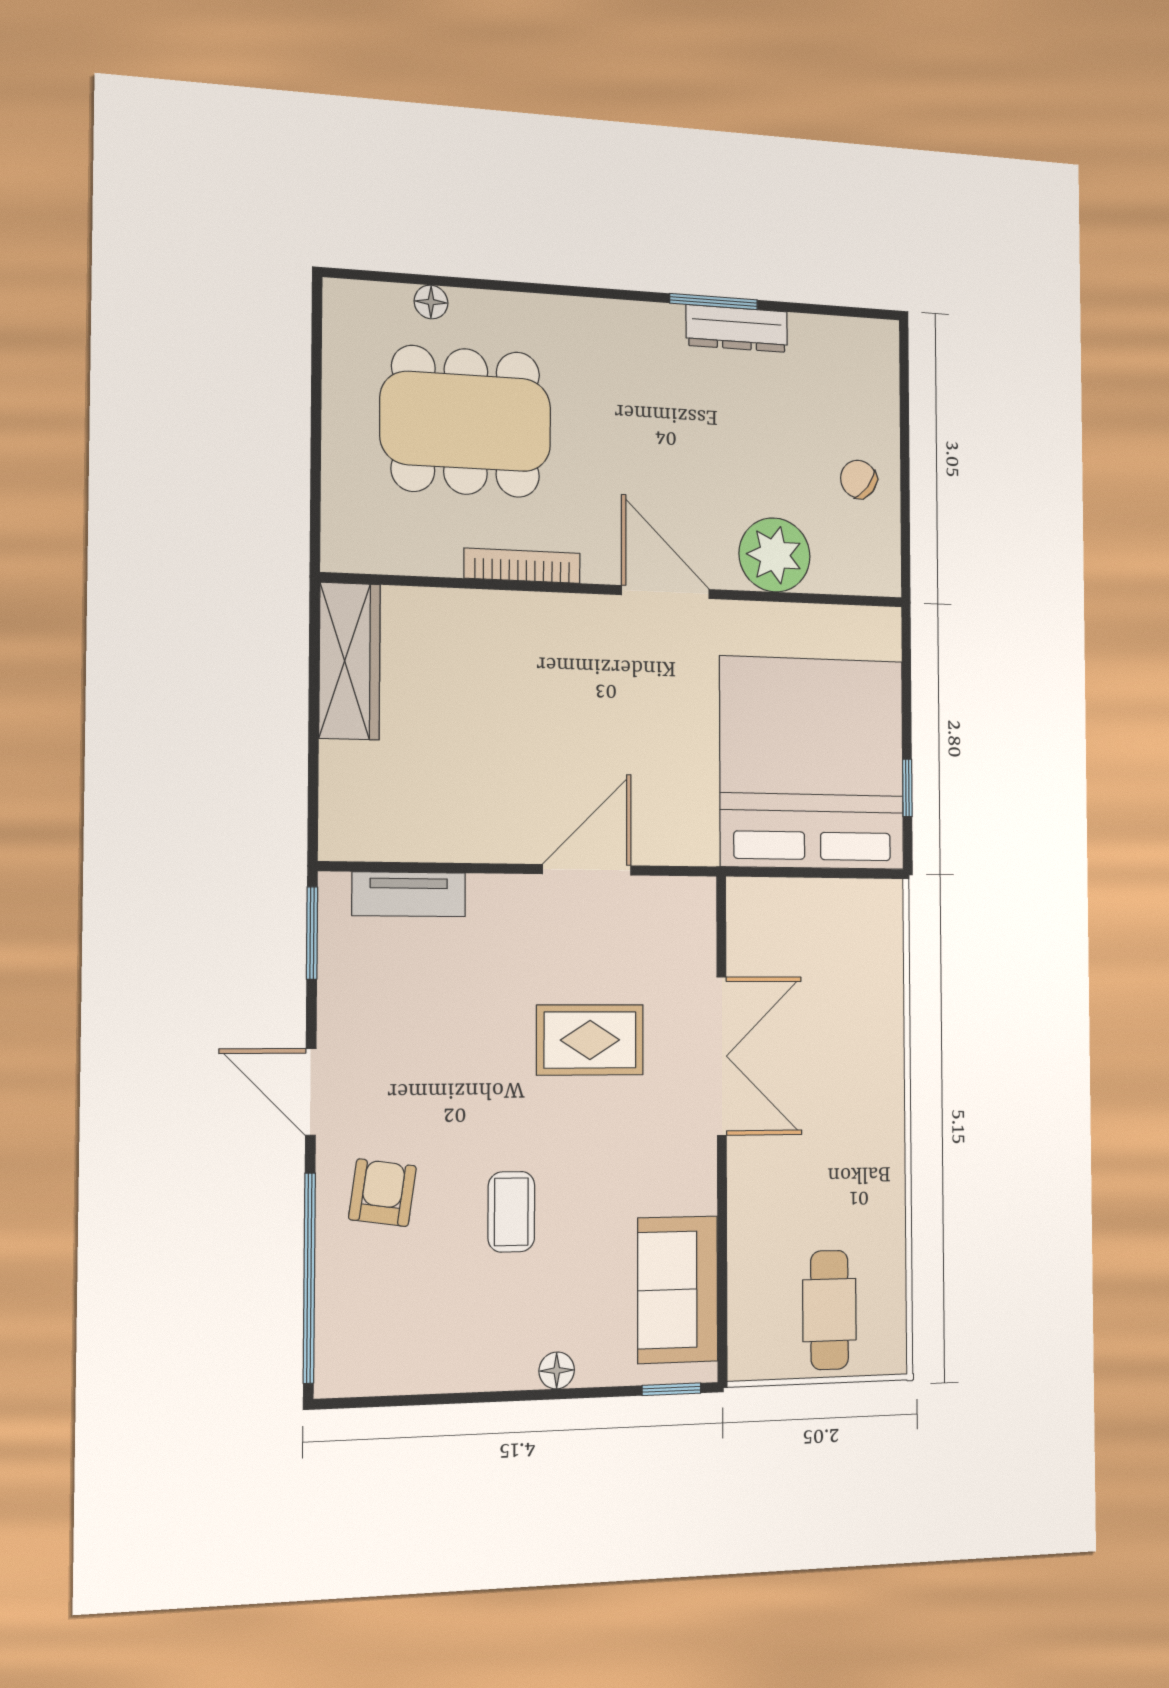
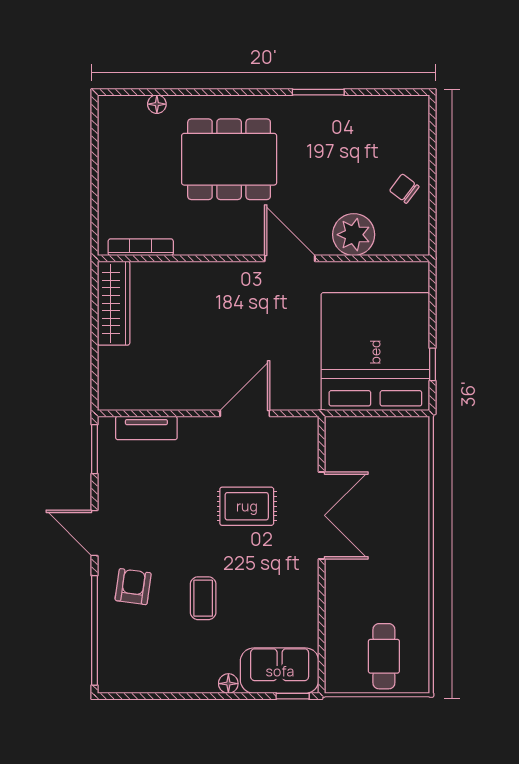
dresser: (737, 328) -> (332, 107), removed
dining table: (466, 421) -> (229, 159), moved
bookcase: (522, 566) -> (141, 247), moved
sofa: (678, 1290) -> (280, 671), moved, turned 90

